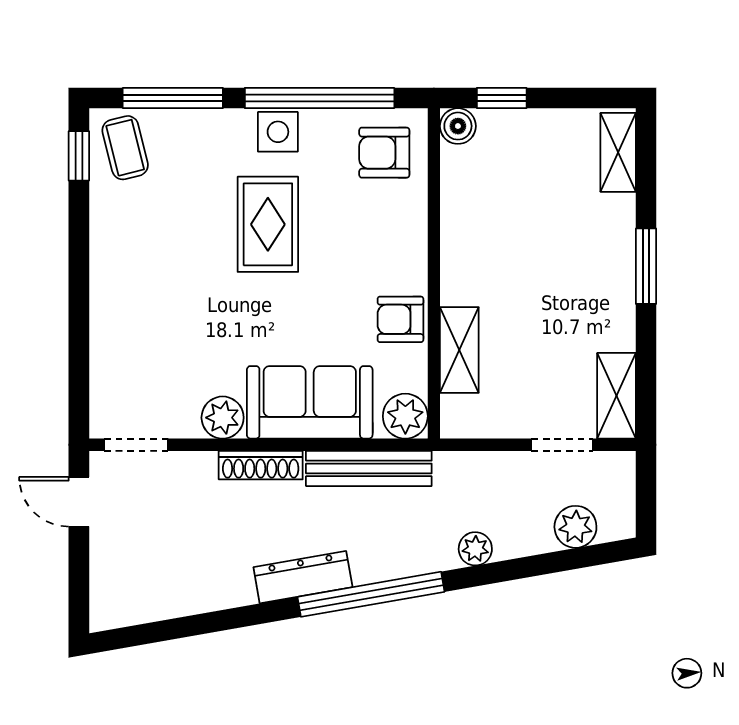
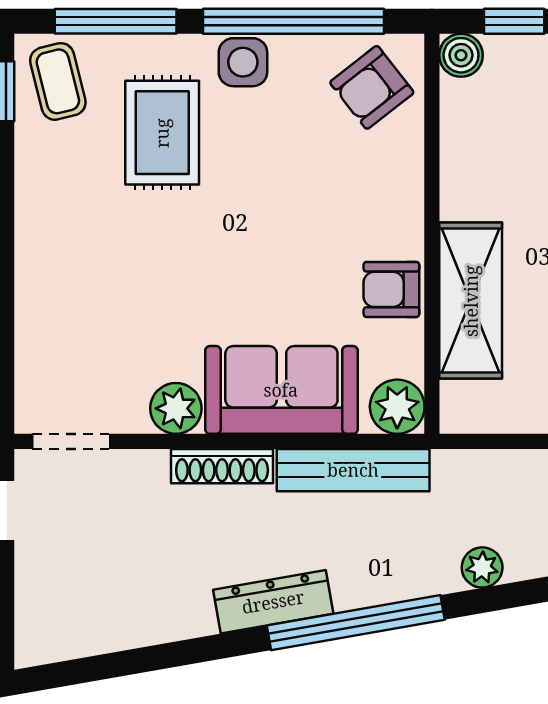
armchair: (384, 153) -> (372, 87), turned -38
rug: (268, 224) -> (162, 133), moved
shelving: (459, 350) -> (471, 301), width x1.50, depth x1.33

